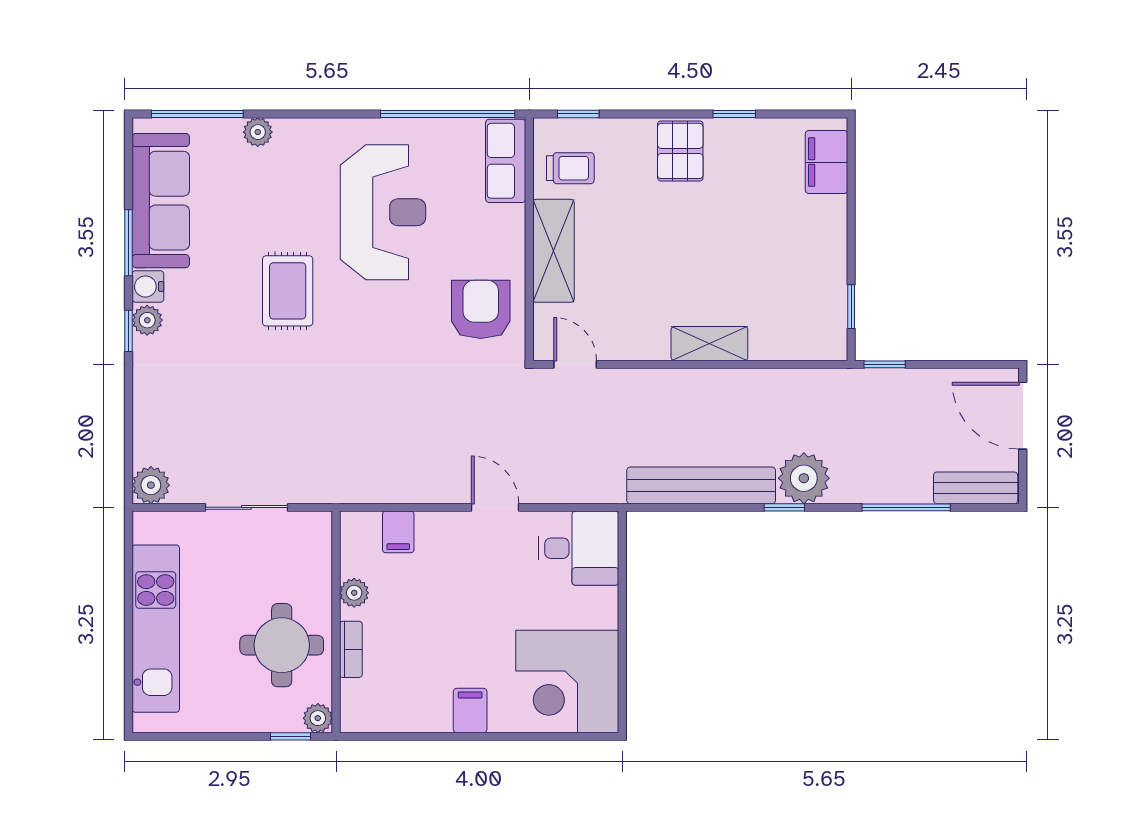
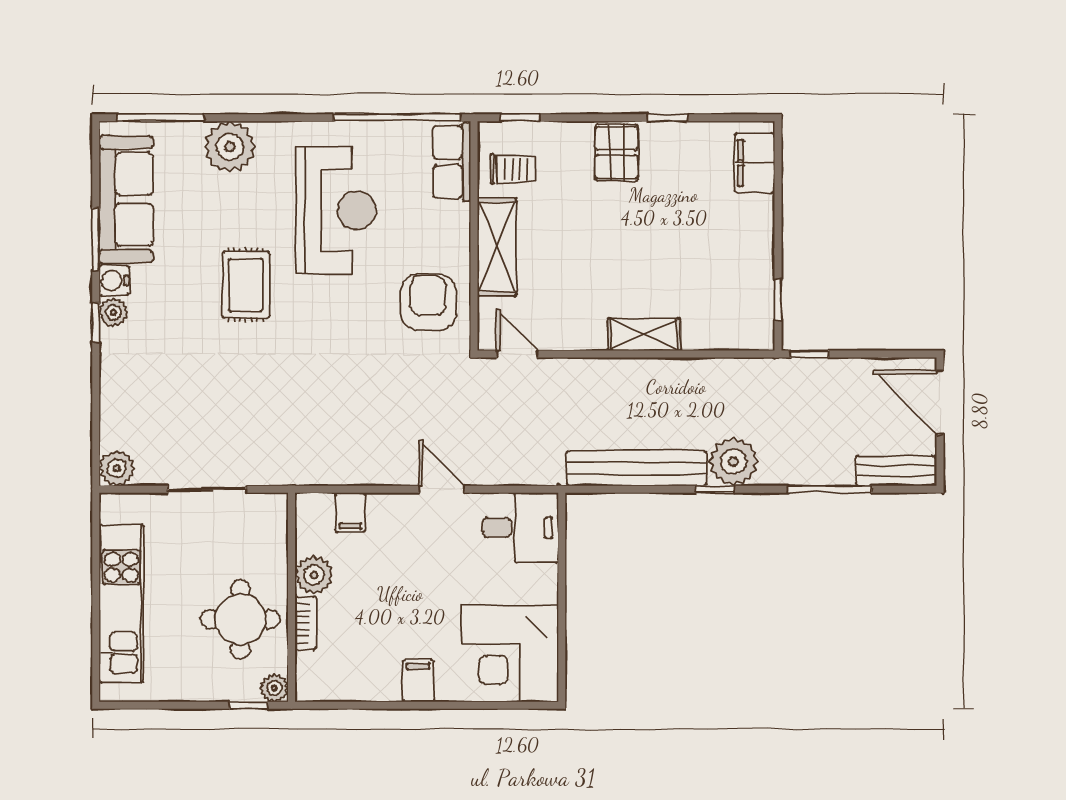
plant: (258, 132) -> (230, 147), width x1.88, depth x1.88
plant: (354, 593) -> (314, 575), width x1.38, depth x1.38

